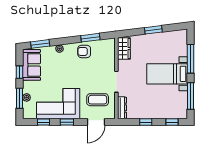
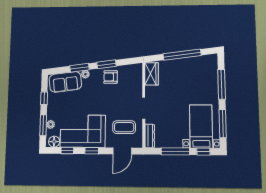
window: (153, 30) -> (182, 55), width x2.11
window: (90, 38) -> (107, 64), moved
window: (40, 44) -> (80, 68), moved
sofa: (31, 65) -> (65, 82), moved, turned 83
bed with nightstands: (167, 74) -> (201, 126), moved, turned 90
floor lamp: (30, 114) -> (54, 142), added
window: (146, 122) -> (175, 151), width x2.17

